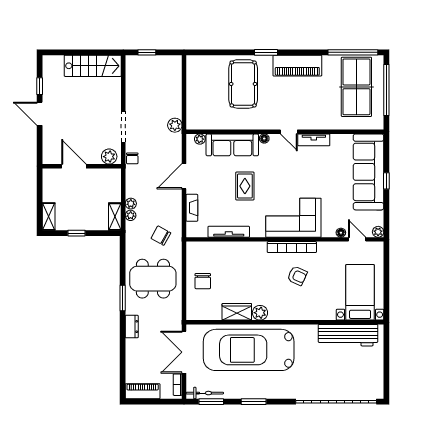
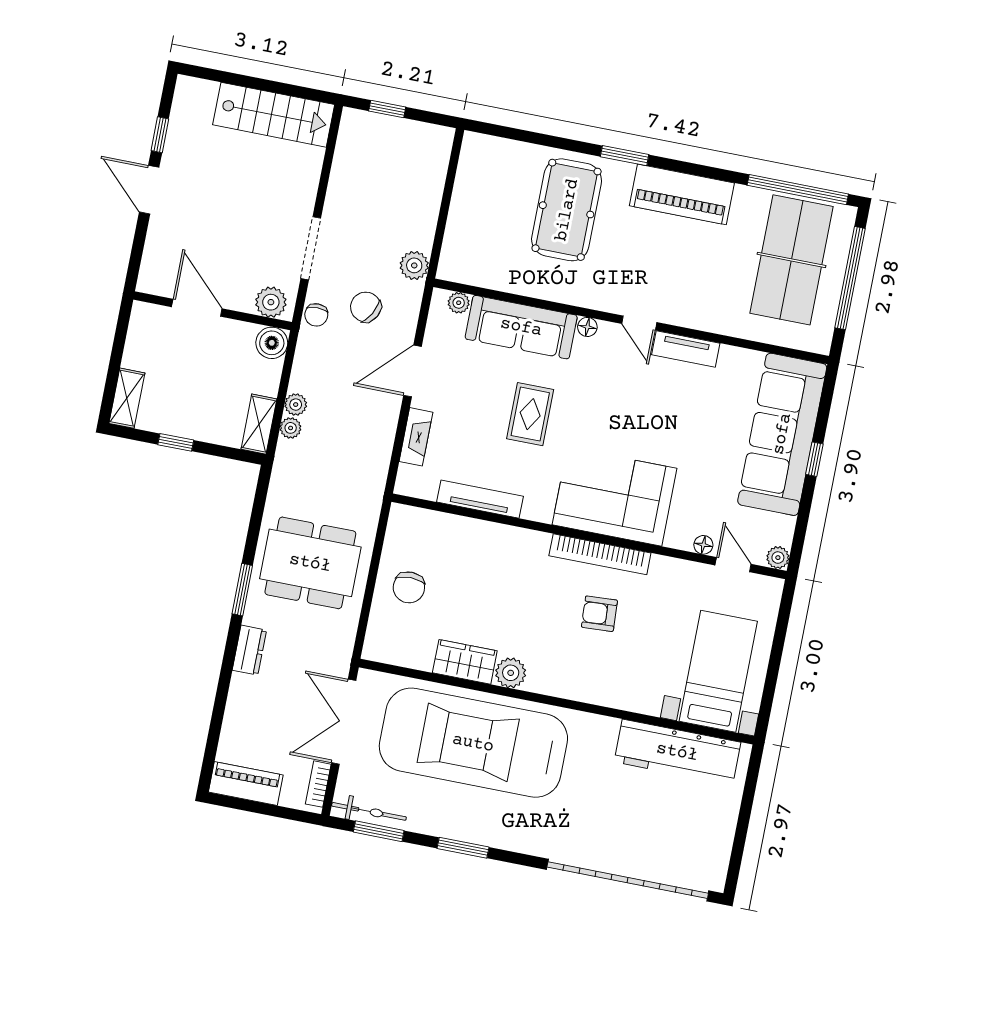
boiler: (113, 176) -> (272, 343), added
chair: (161, 236) -> (366, 307), moved
armchair: (297, 276) -> (599, 614), turned 152

